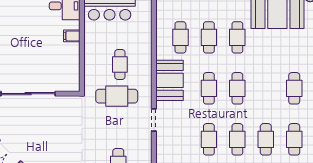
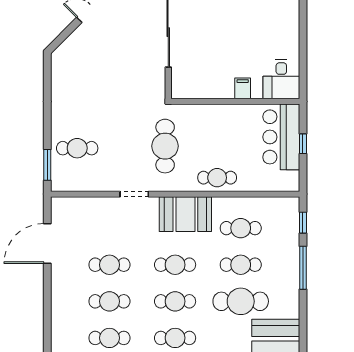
cafe table: (237, 37) -> (241, 301), width x1.37, depth x1.35
cafe table: (120, 64) -> (217, 178), moved
cafe table: (266, 88) -> (175, 338), added

